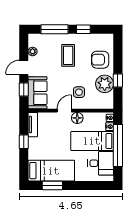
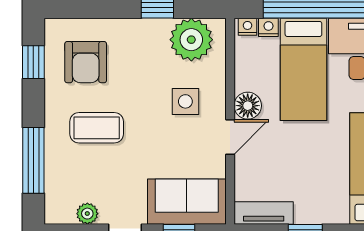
window: (83, 29) -> (33, 62), moved
armchair: (100, 60) -> (86, 62), moved
plant: (105, 84) -> (191, 40), moved
door: (64, 111) -> (230, 137), swing flipped

